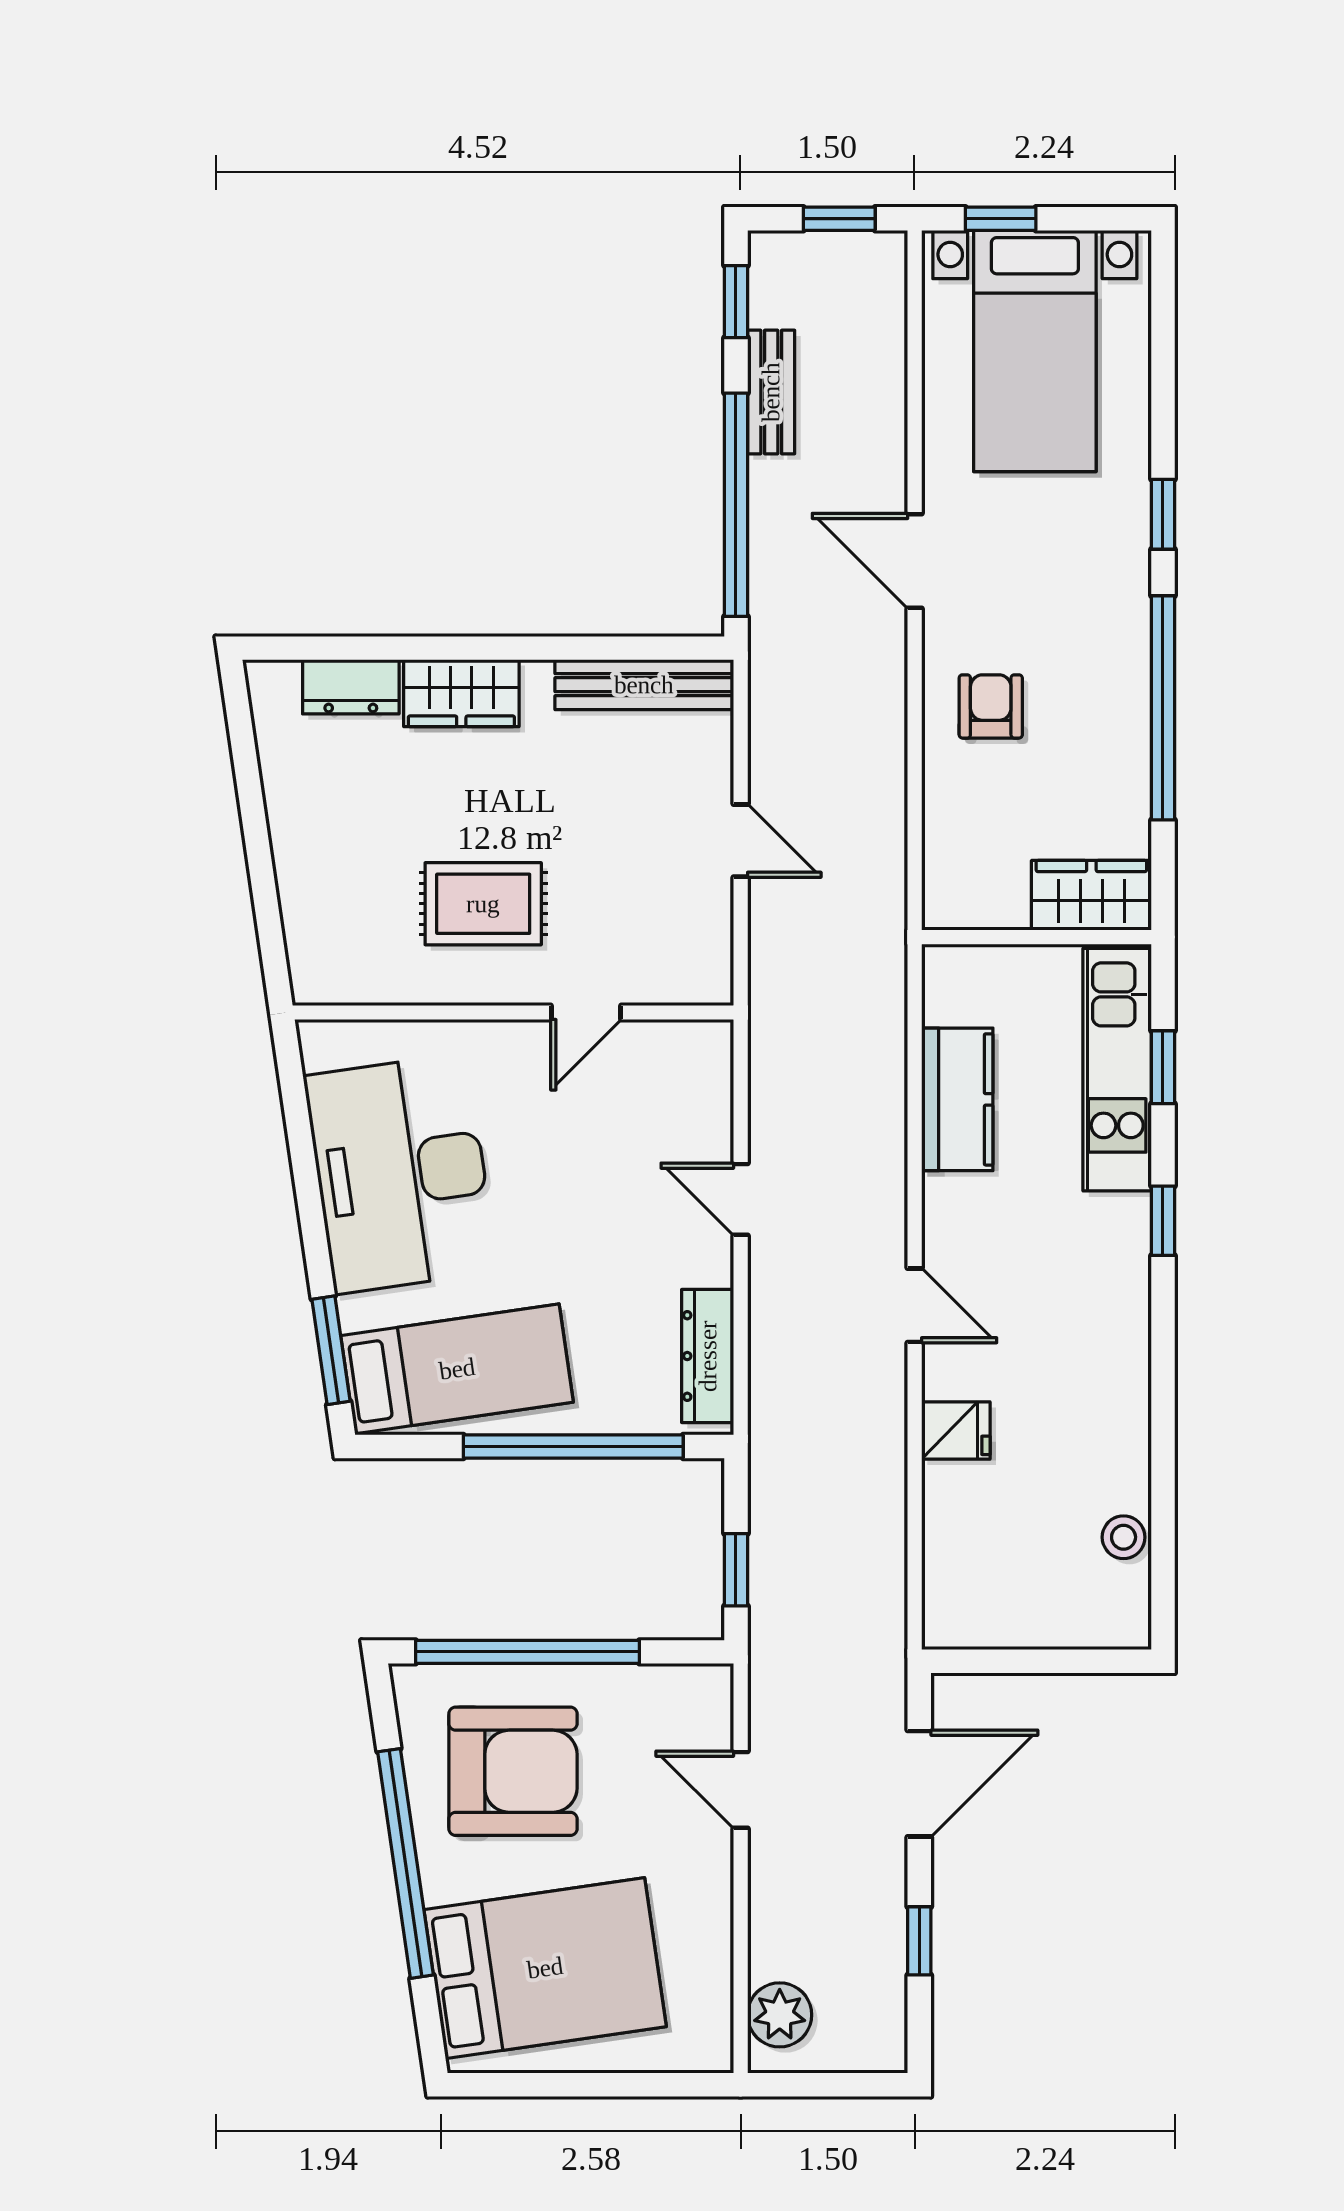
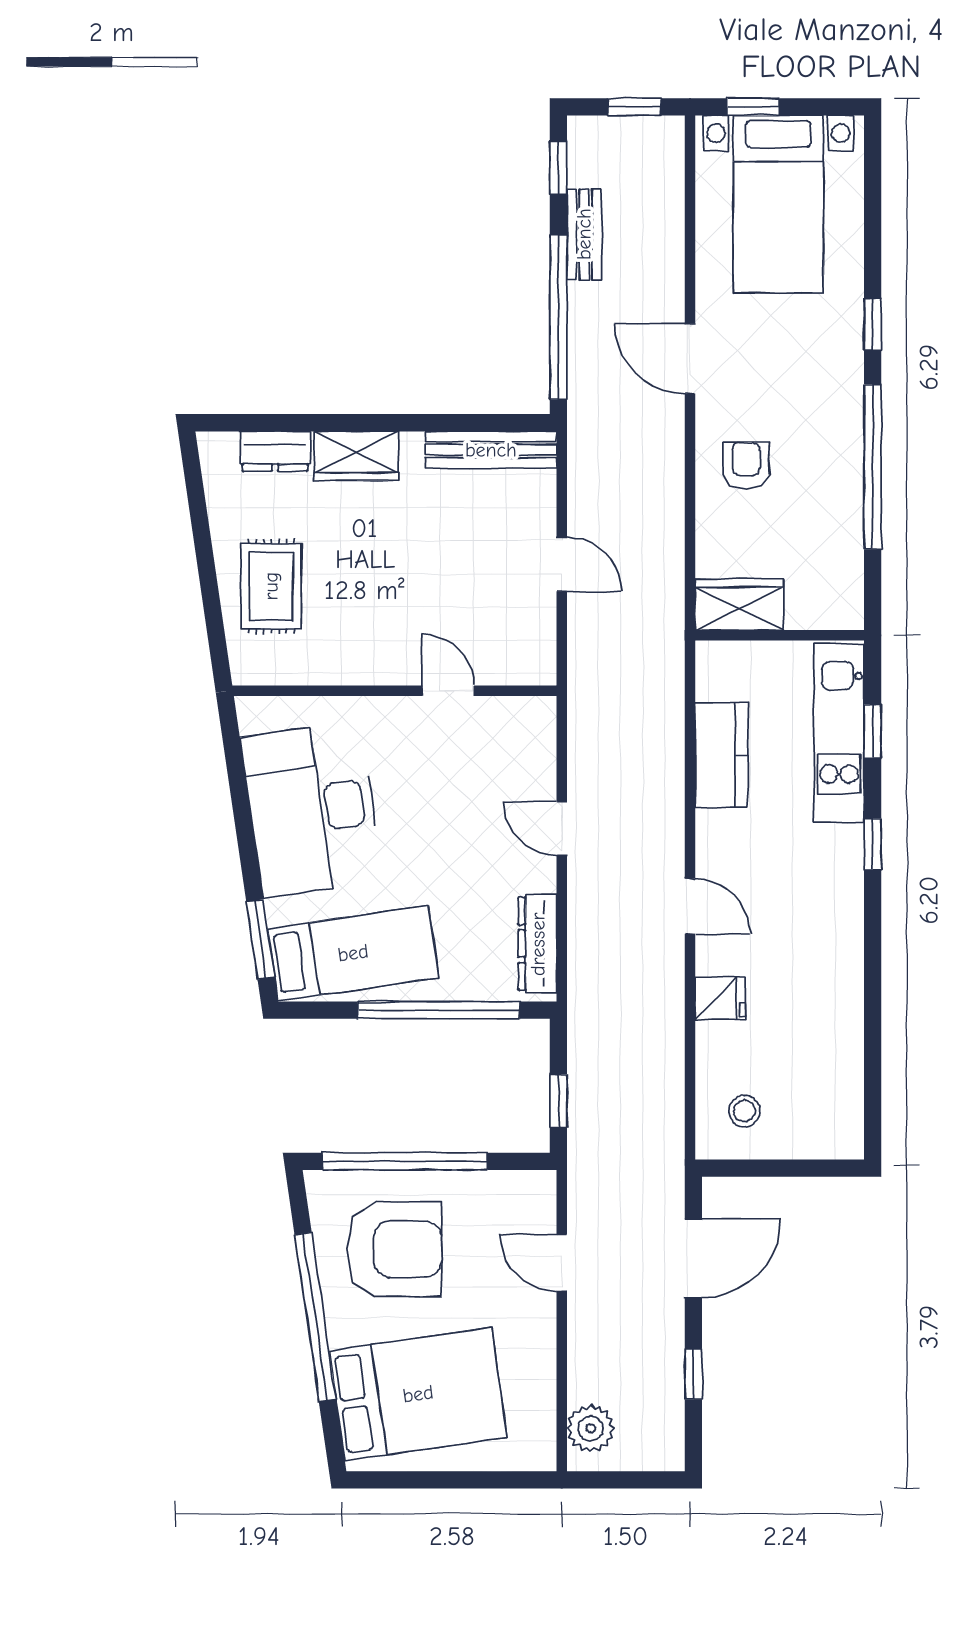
wardrobe: (1091, 895) -> (739, 605), moved
rug: (483, 904) -> (271, 586), moved, turned 90
door: (586, 1012) -> (448, 691), swing flipped
stool: (1124, 1537) -> (744, 1111), moved

